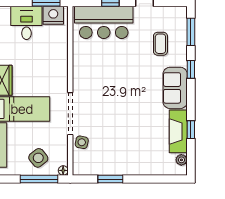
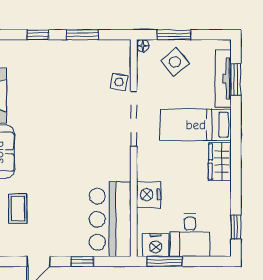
bar counter: (104, 22) -> (110, 219), moved, turned -90
nightstand: (59, 55) -> (149, 194), added
window: (39, 179) -> (174, 35), width x0.69
window: (145, 179) -> (38, 35), added

